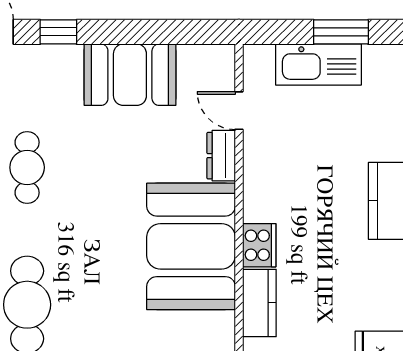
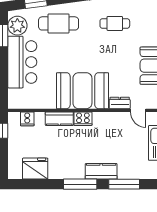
door: (239, 111) -> (138, 110), swing flipped

